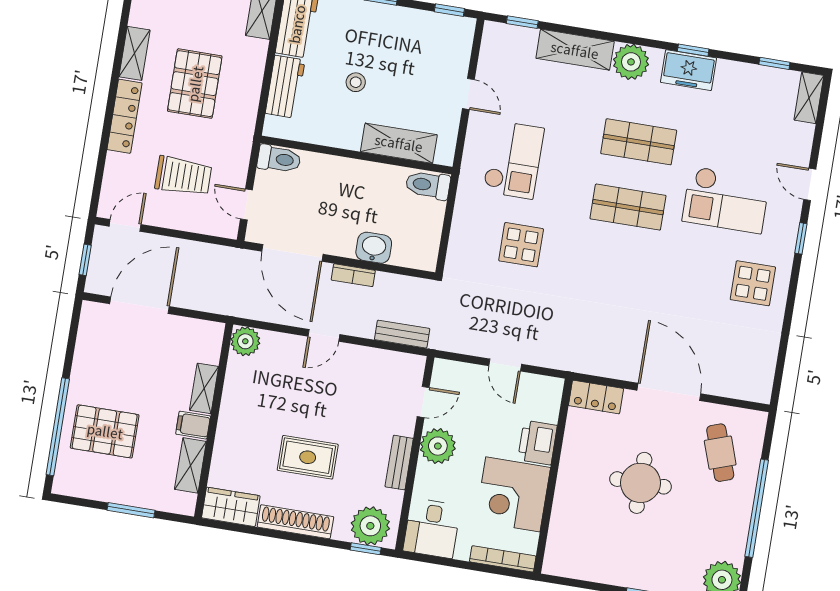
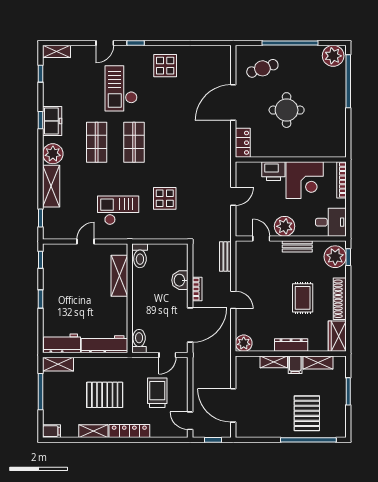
stool: (356, 82) -> (89, 305), removed
workbench: (285, 87) -> (104, 344), width x1.38
checkout: (726, 200) -> (121, 88), turned 180
dresser: (229, 424) -> (291, 345), added

